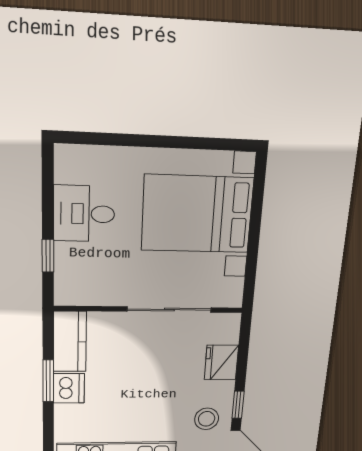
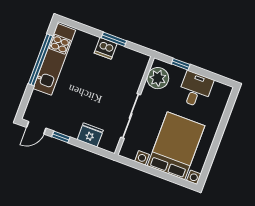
plant: (88, 287) -> (158, 78), added
kitchen counter: (70, 342) -> (132, 58), removed
stool: (207, 419) -> (59, 117), removed

